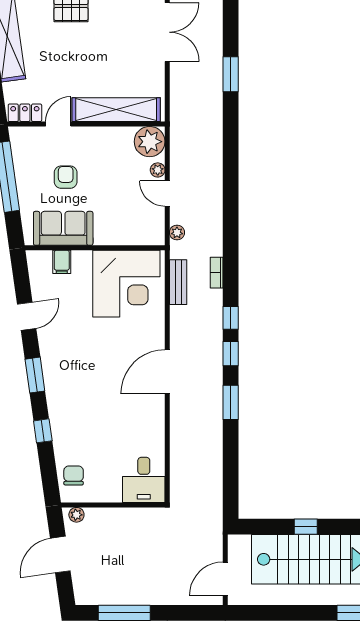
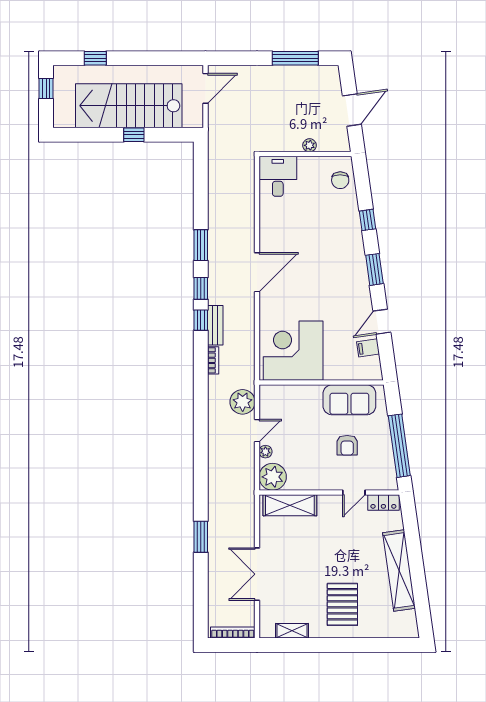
shelving: (116, 110) -> (290, 505), width x0.68
door: (167, 194) -> (257, 431), hinge flipped
plant: (177, 232) -> (243, 402), width x1.87, depth x1.87
filing cabinet: (62, 262) -> (368, 348), moved, turned -98
bench: (178, 282) -> (215, 325), moved
plant: (76, 515) -> (310, 145), moved

